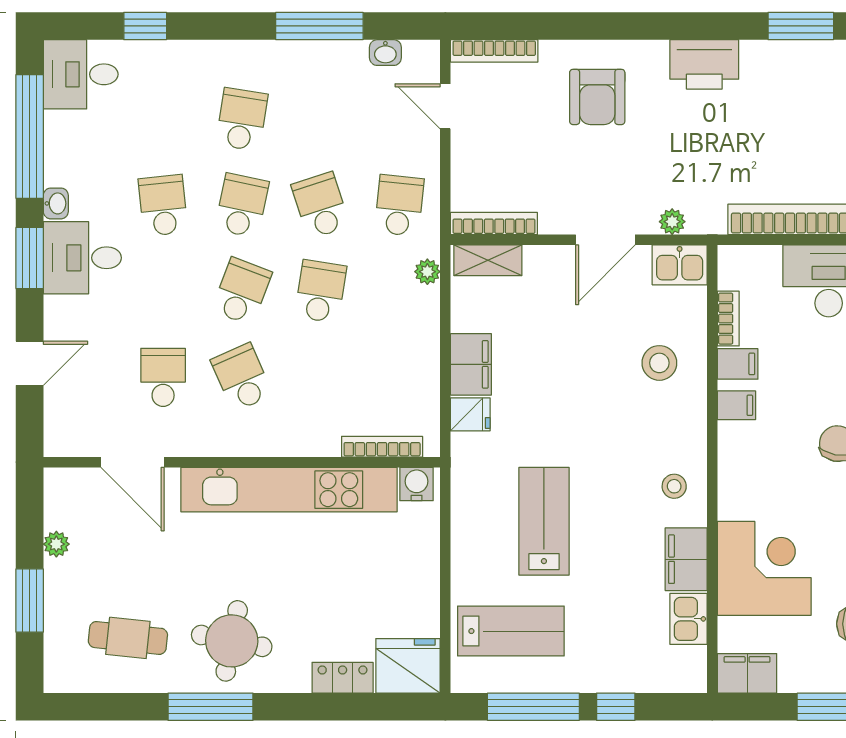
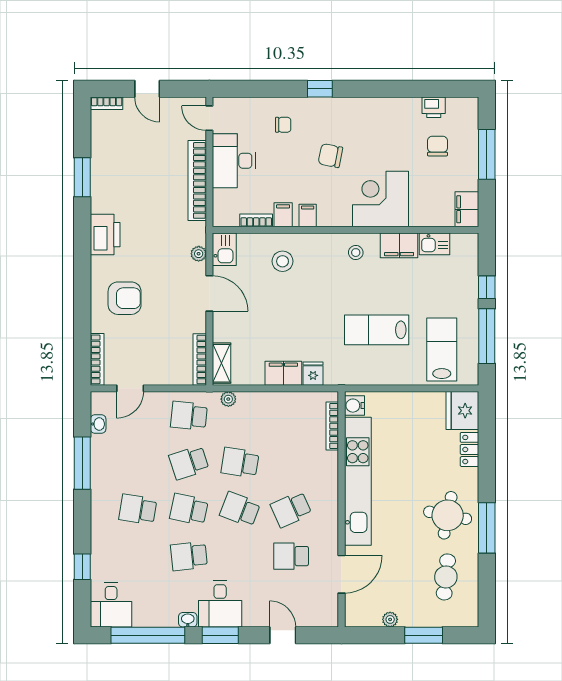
corner desk: (764, 568) -> (380, 199), moved

